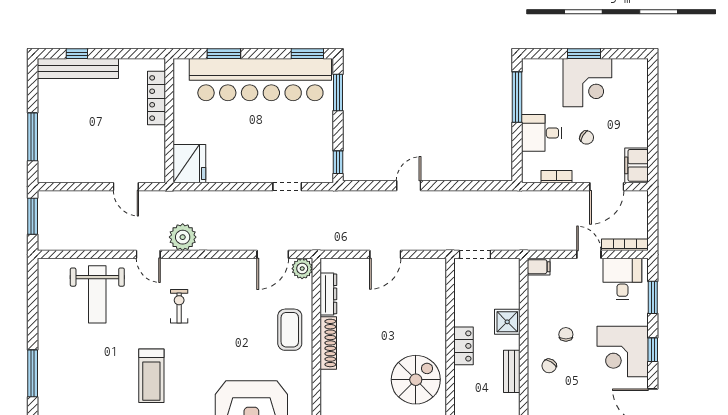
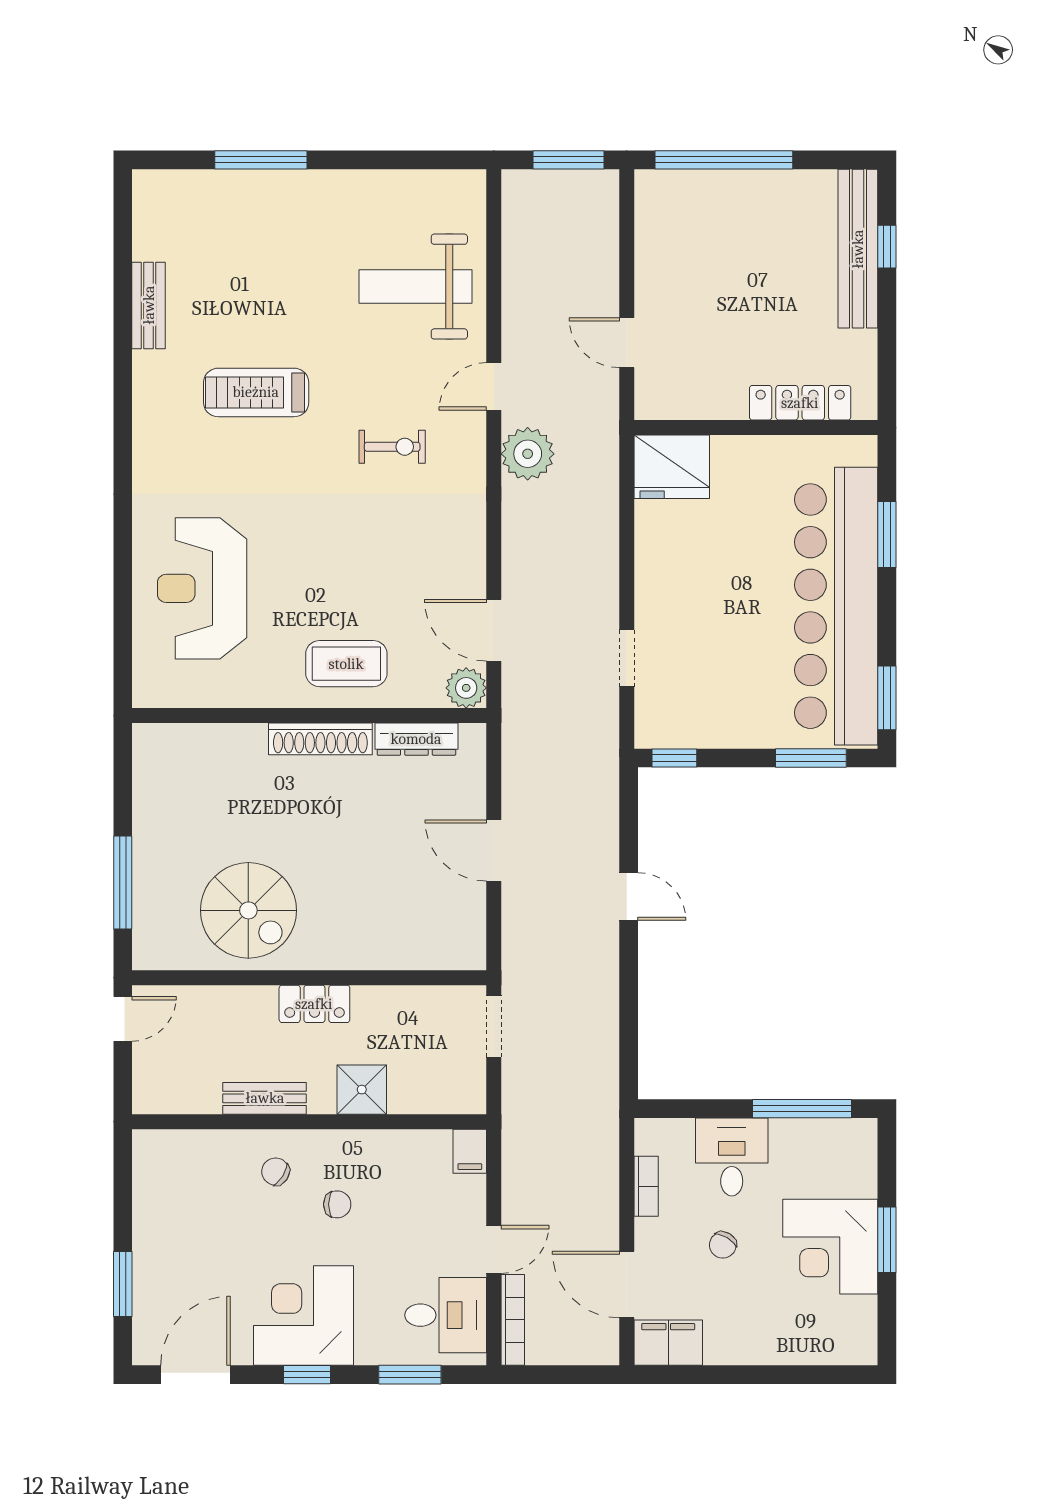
window: (33, 137) -> (724, 160), width x1.46
door: (126, 187) -> (627, 343), hinge flipped

